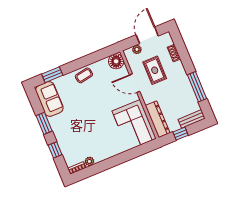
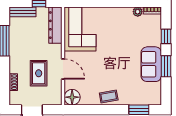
plant: (137, 49) -> (47, 100), removed
sofa: (49, 99) -> (151, 64), moved

